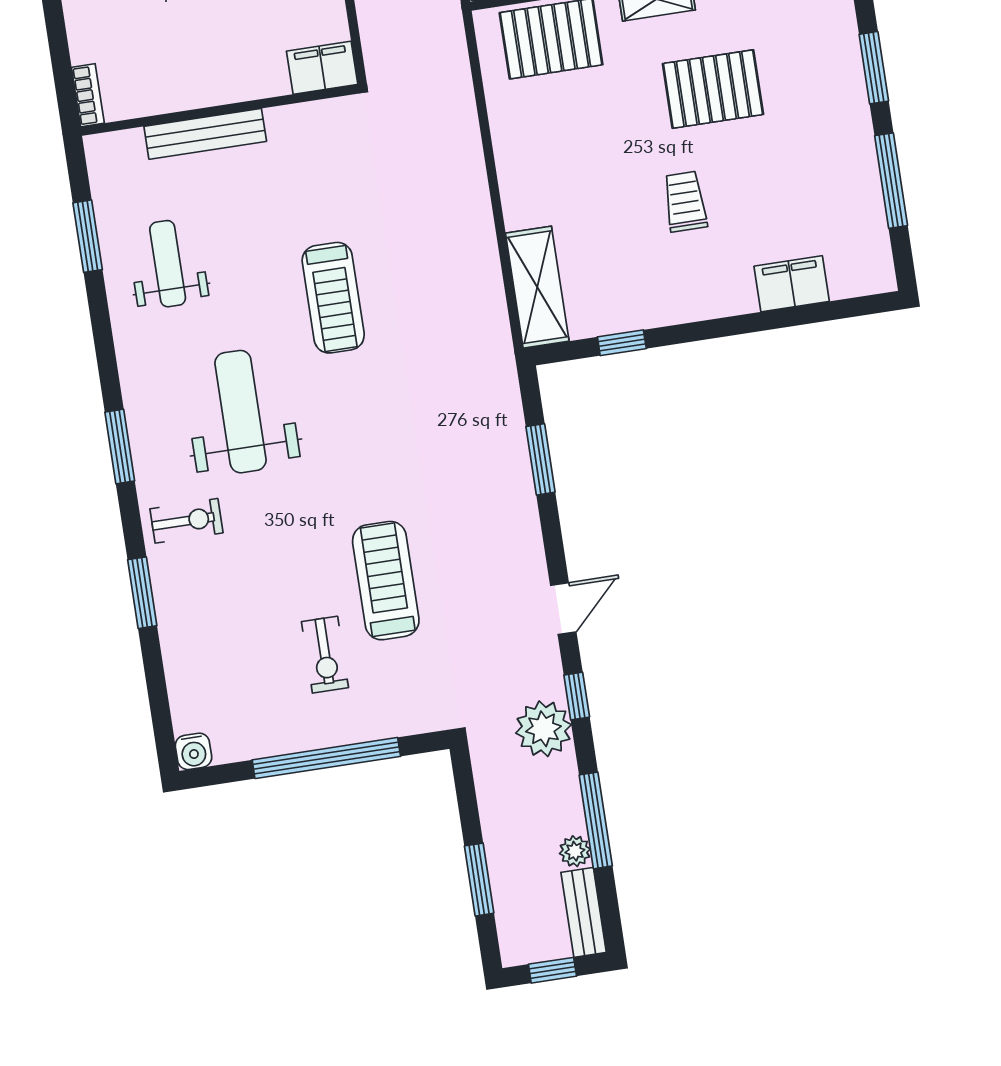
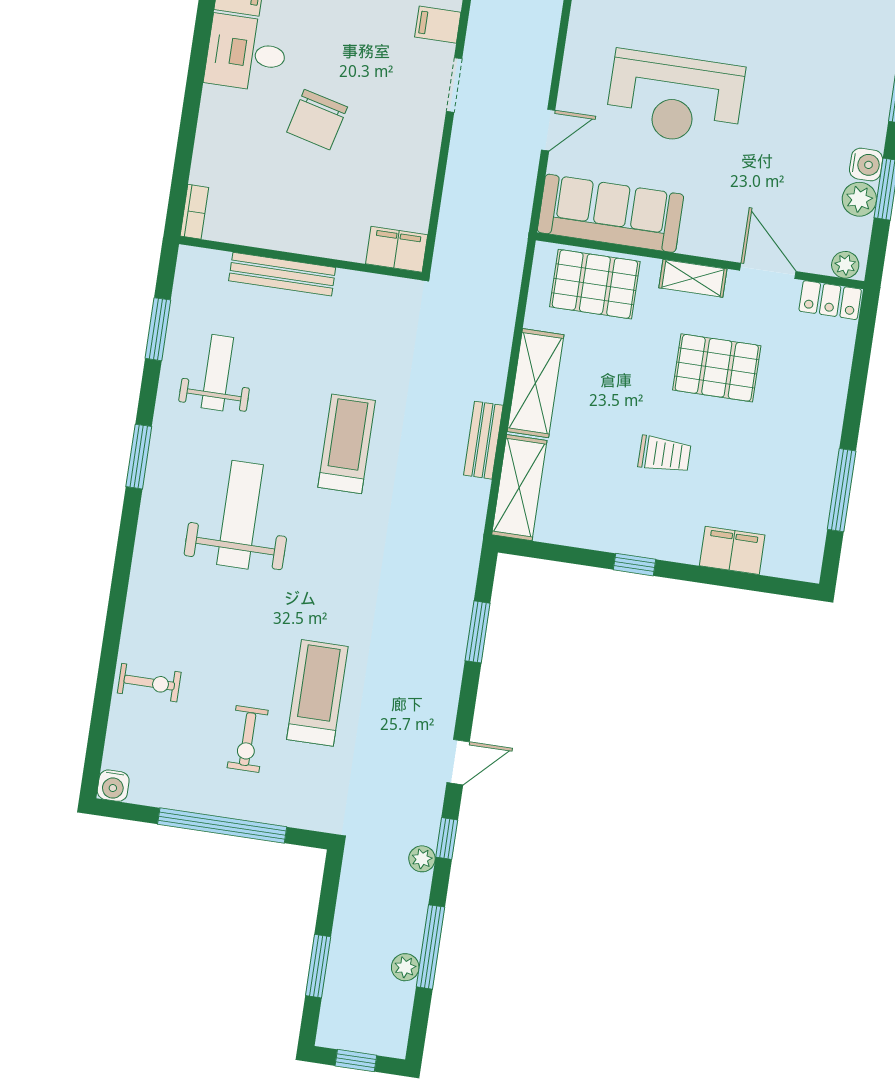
window: (874, 68) -> (856, 392), removed
shelving: (520, 167) -> (536, 383), added
trolley: (685, 202) -> (664, 454), turned 90
treadmill: (333, 298) -> (347, 444), turned 180
window: (622, 343) -> (634, 565), moved
window: (120, 446) -> (139, 457), moved
exercise bike: (186, 521) -> (149, 683), moved
window: (142, 593) -> (111, 640), removed
plant: (543, 729) -> (422, 859), width x0.53, depth x0.53
bench: (584, 912) -> (483, 440), moved

